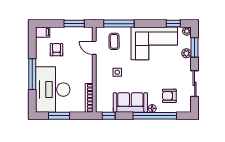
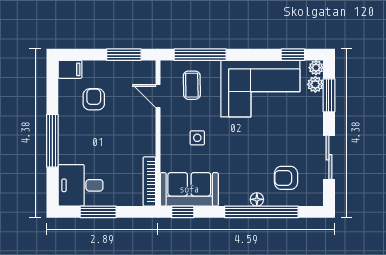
plant: (186, 53) -> (315, 84), moved
desk: (53, 90) -> (81, 185), width x0.53, depth x0.77
sofa: (130, 102) -> (189, 189), moved

